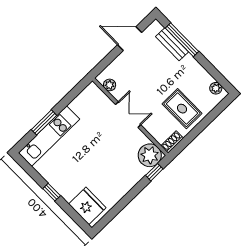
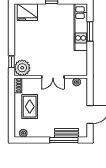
rug: (182, 109) -> (30, 107), turned 90

